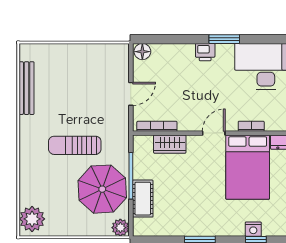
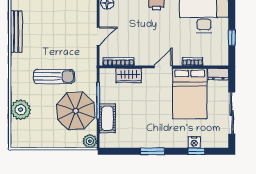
sun lounger: (75, 145) -> (54, 76), turned 180
plant: (32, 219) -> (21, 110), moved

